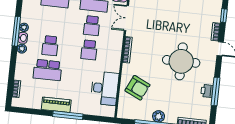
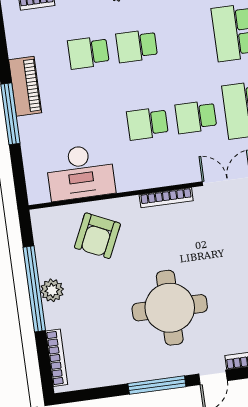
school desk: (48, 70) -> (88, 53), width x0.54
printer: (207, 91) -> (125, 372), removed
window: (216, 92) -> (157, 385), moved

